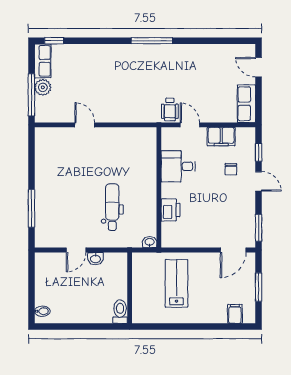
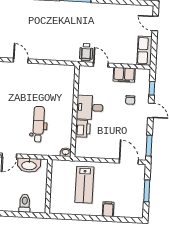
desk: (178, 166) -> (90, 107), moved
door: (233, 250) -> (129, 162), swing flipped
washbasin: (95, 259) -> (29, 165), width x1.91, depth x1.45
lab bench: (176, 283) -> (84, 185), turned 180
toilet: (120, 312) -> (25, 203), moved
filing cabinet: (235, 314) -> (108, 209), moved

